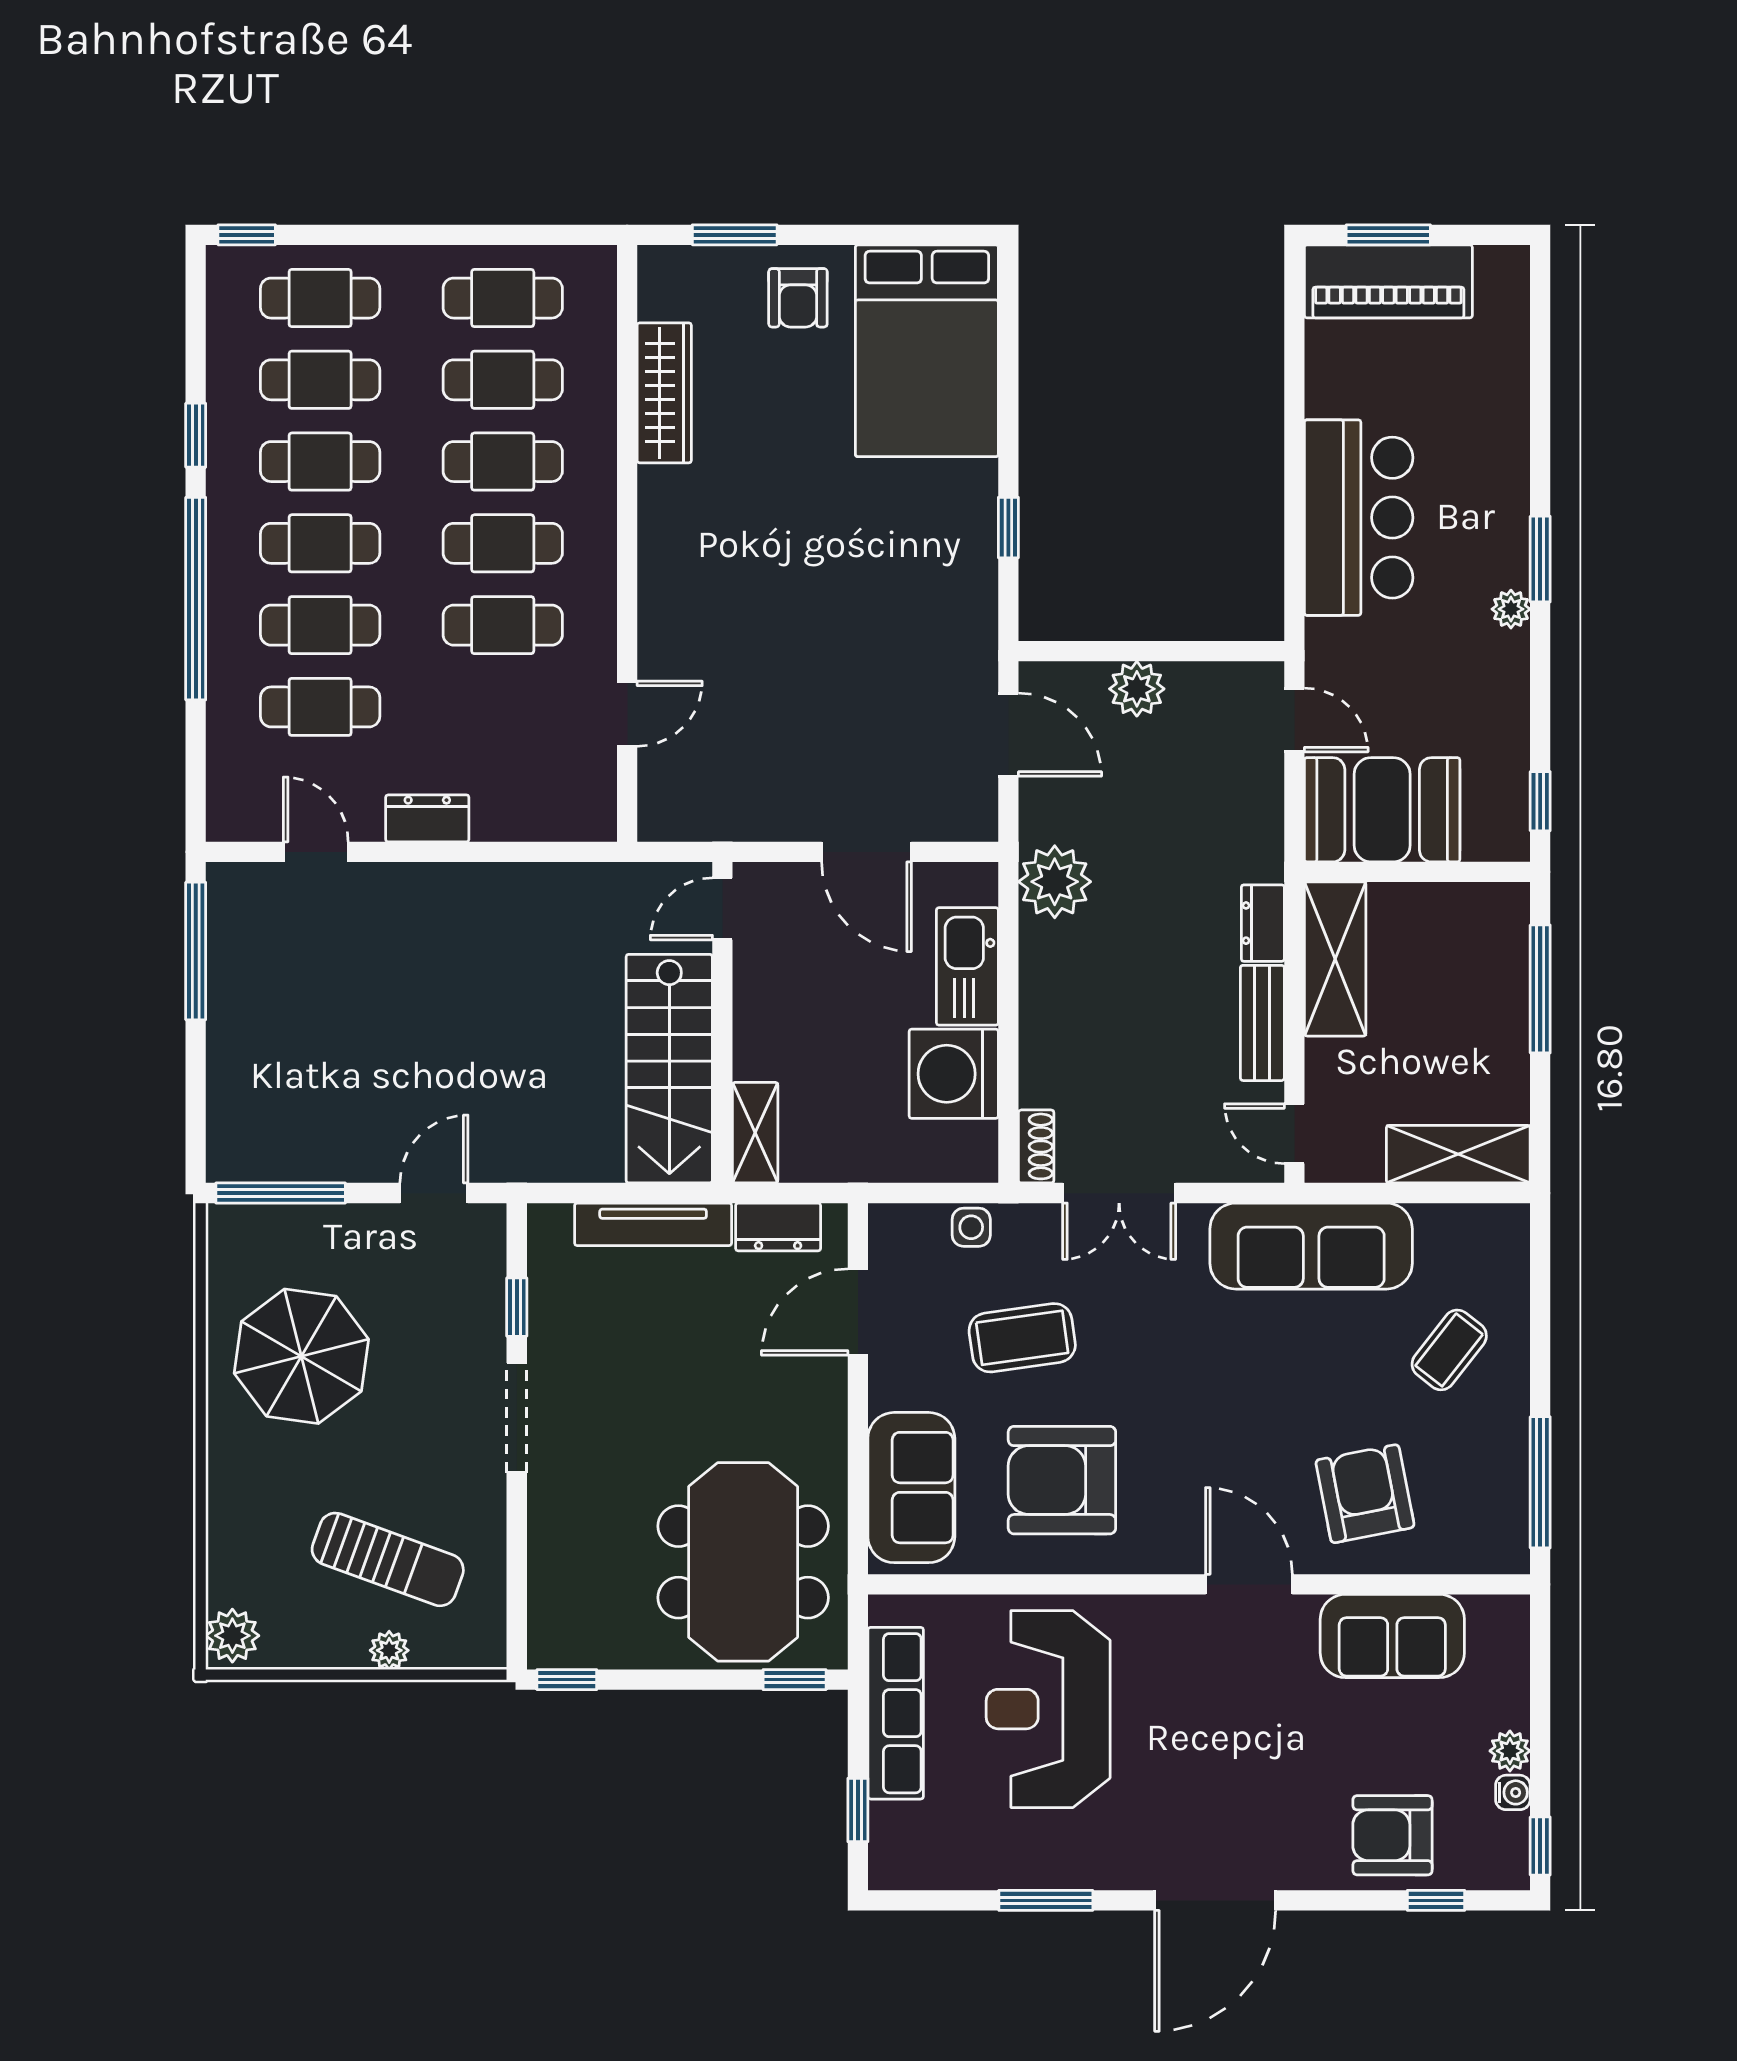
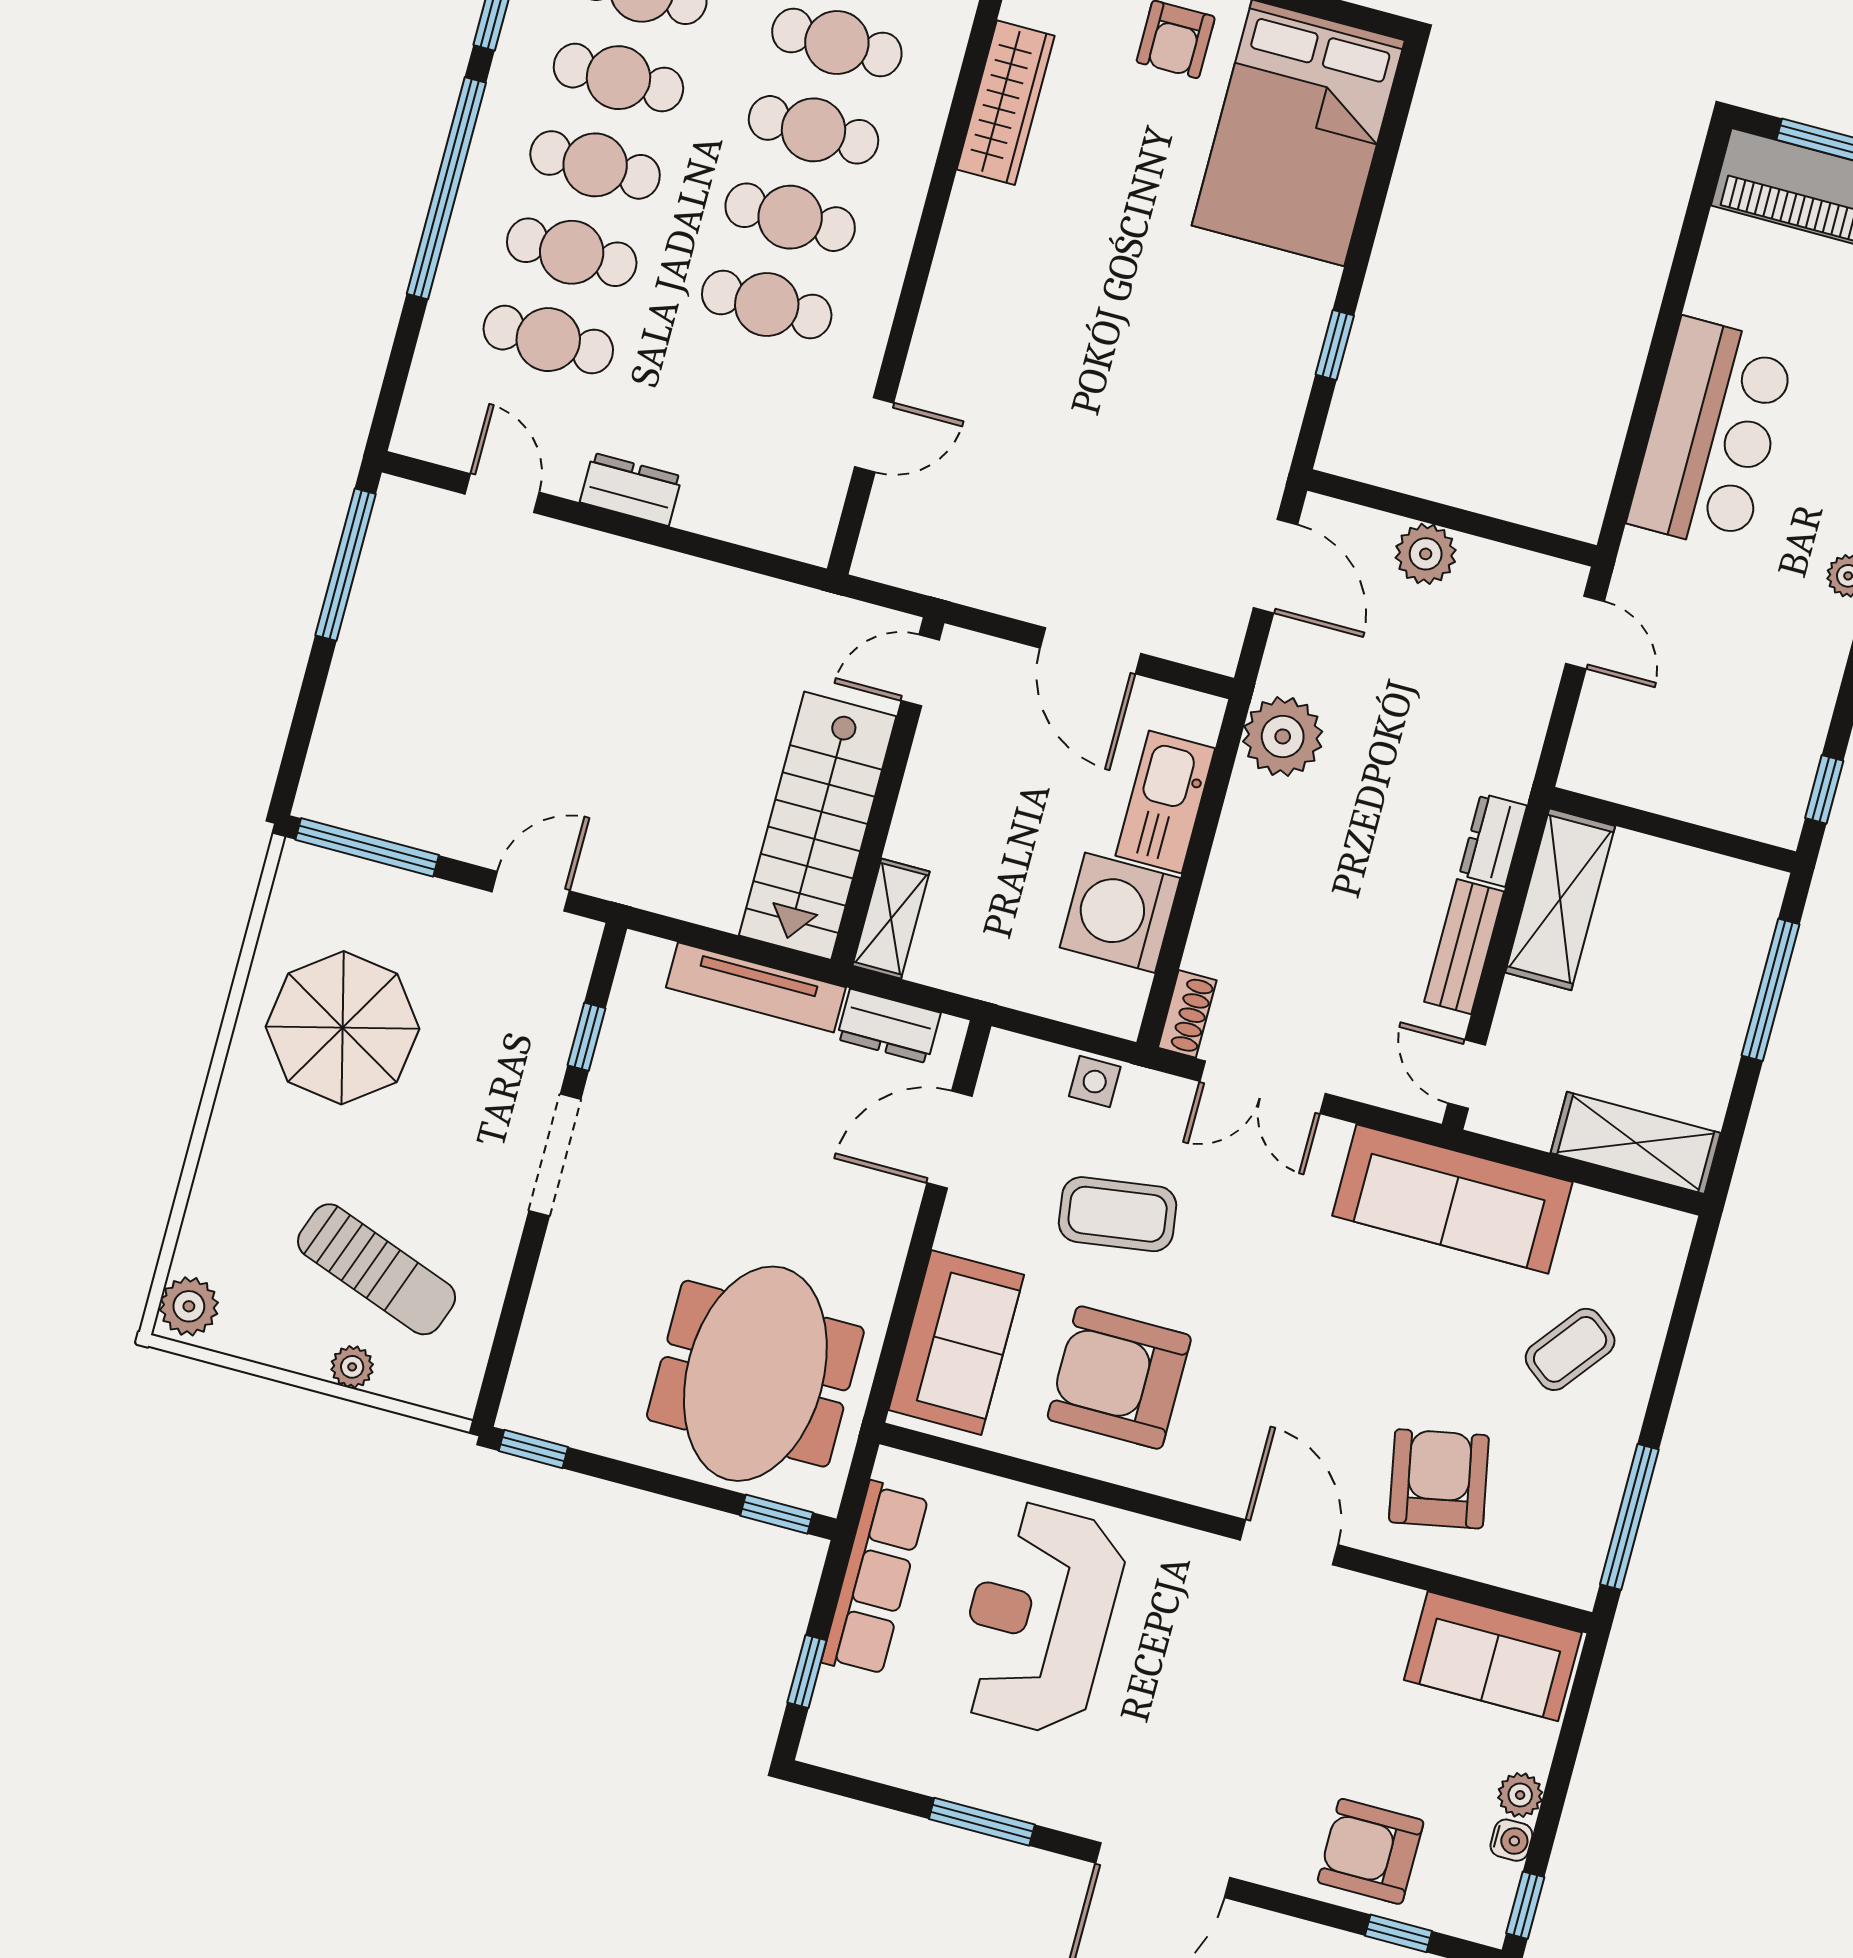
booth: (1382, 810) -> (1653, 753), removed
sofa: (1392, 1636) -> (1493, 1656), moved

